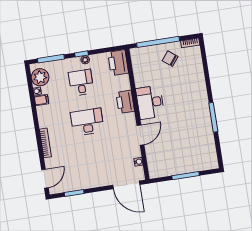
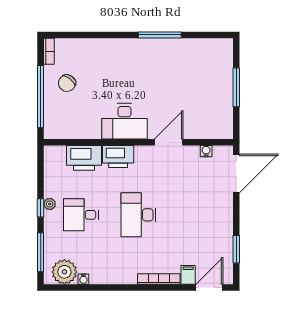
printer: (118, 63) -> (84, 158), moved
filing cabinet: (41, 100) -> (188, 275), moved
door: (140, 135) -> (169, 142), hinge flipped
door: (45, 179) -> (209, 287), hinge flipped

